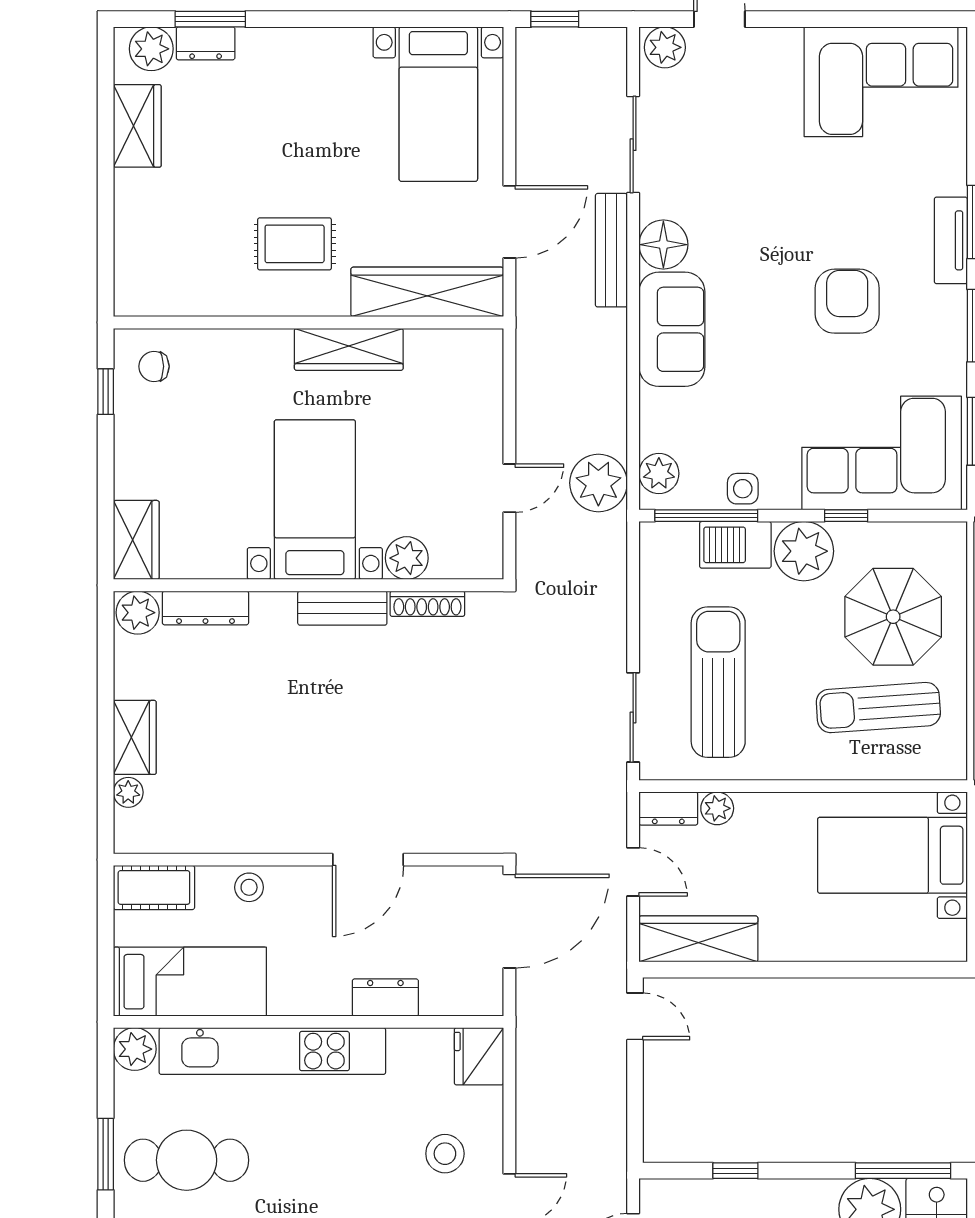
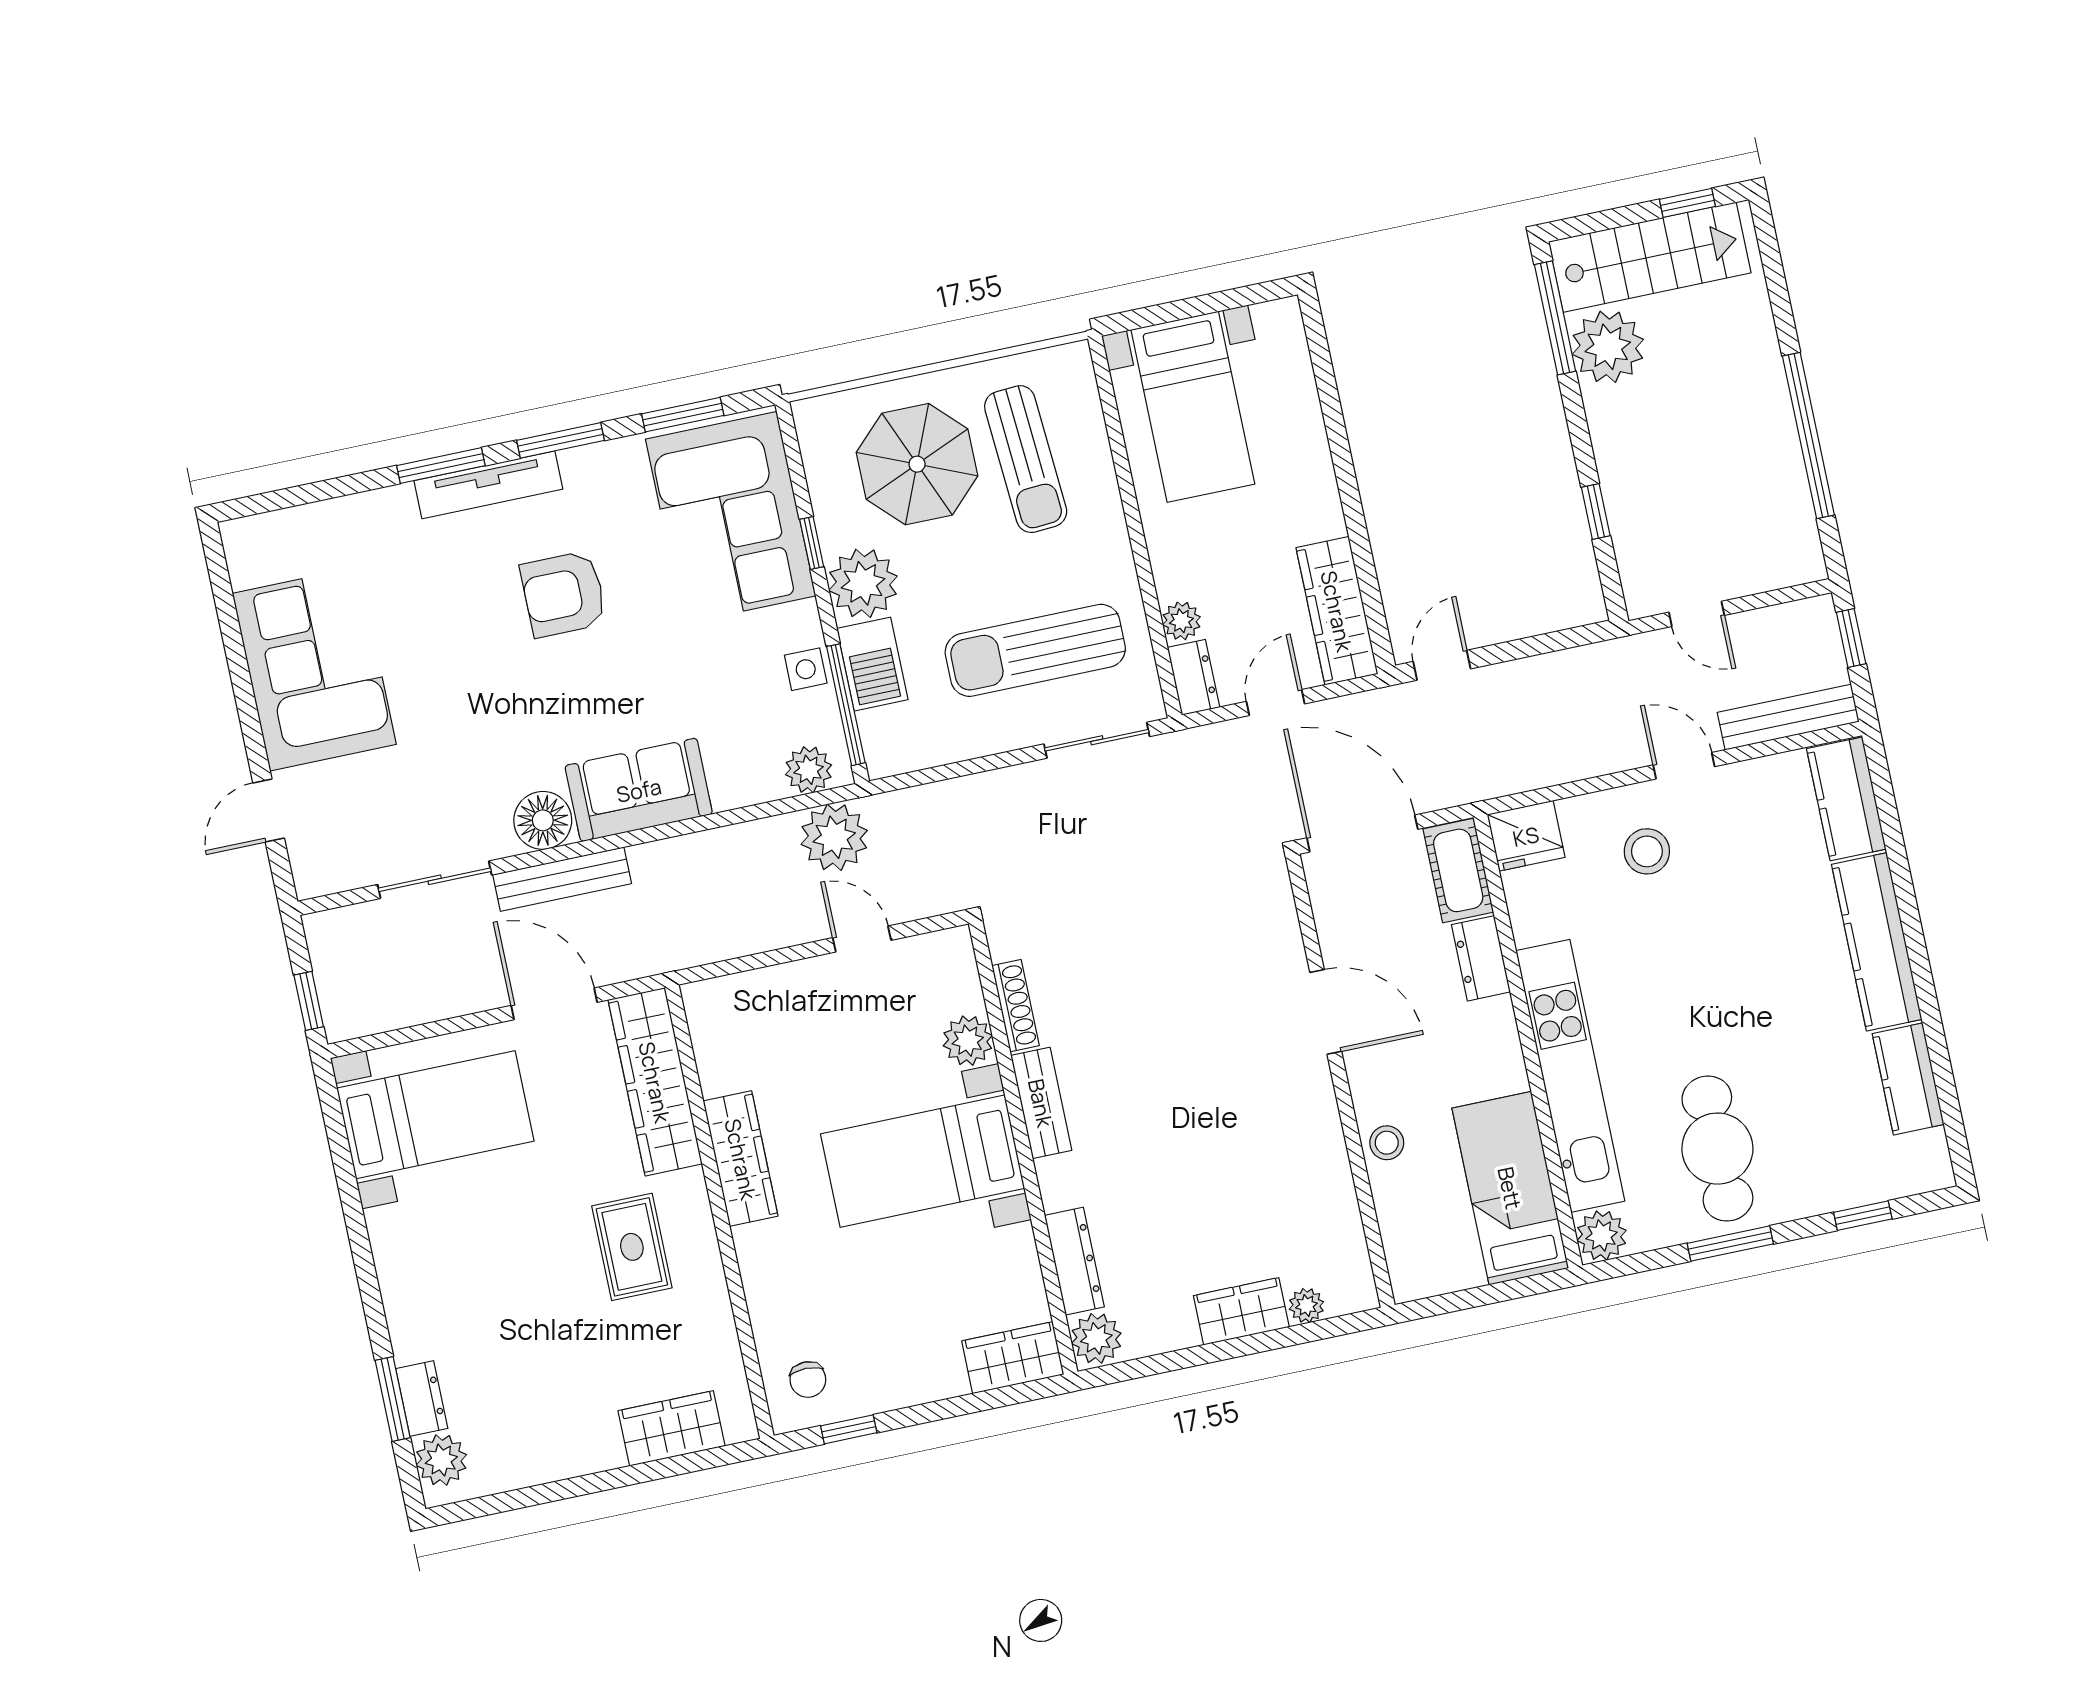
plant: (665, 47) -> (314, 867), removed
corner sofa: (881, 82) -> (314, 669), moved
wardrobe: (137, 126) -> (672, 1428), moved
tv unit: (951, 240) -> (488, 485), width x1.41
cot: (154, 887) -> (1458, 870), moved

